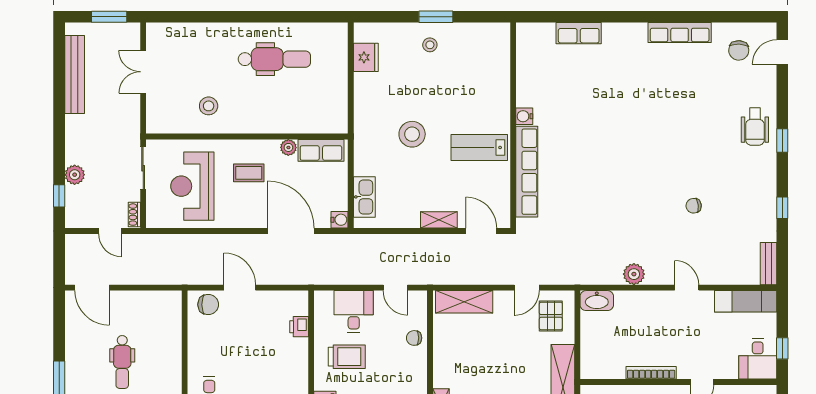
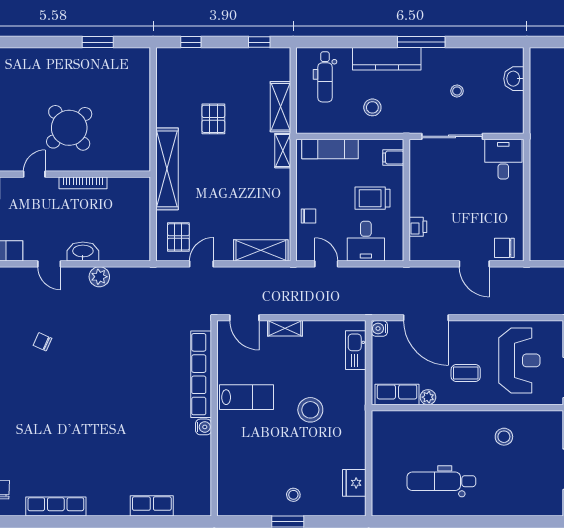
chair: (694, 206) -> (42, 342), turned -150
washbasin: (597, 301) -> (83, 252), moved

